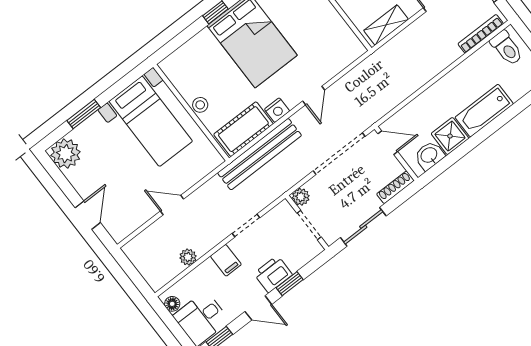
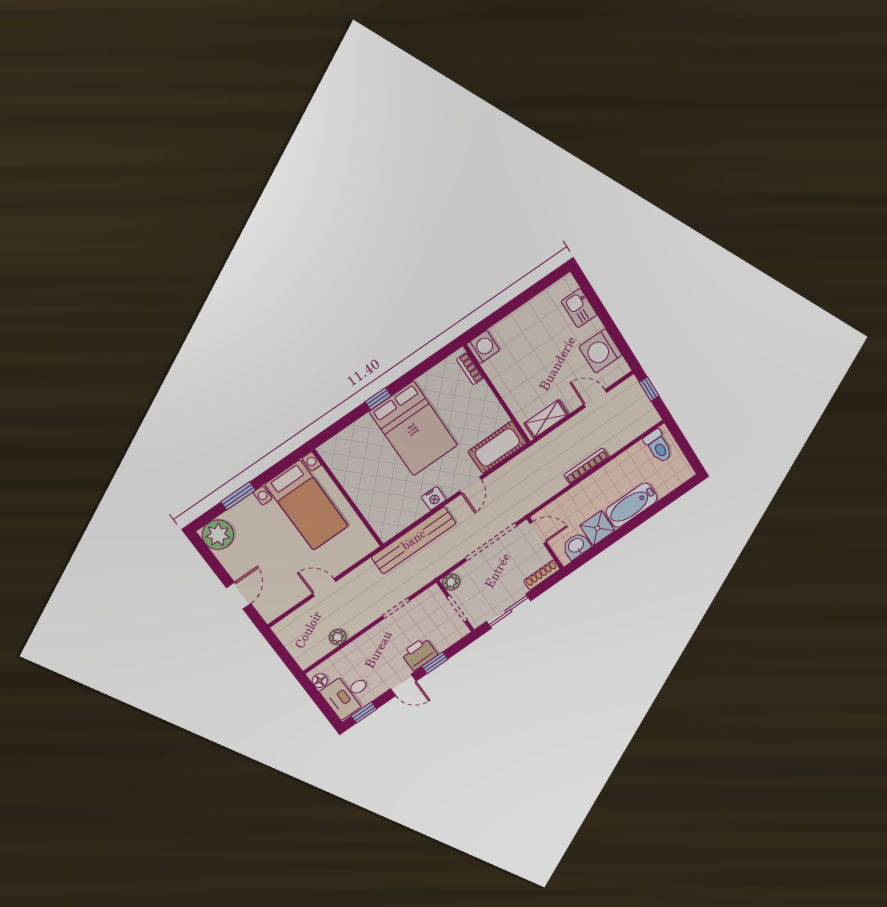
bookcase: (481, 34) -> (586, 466), moved
stool: (200, 105) -> (358, 491), removed
cot: (243, 129) -> (497, 447), moved
filing cabinet: (226, 260) -> (375, 640), removed

